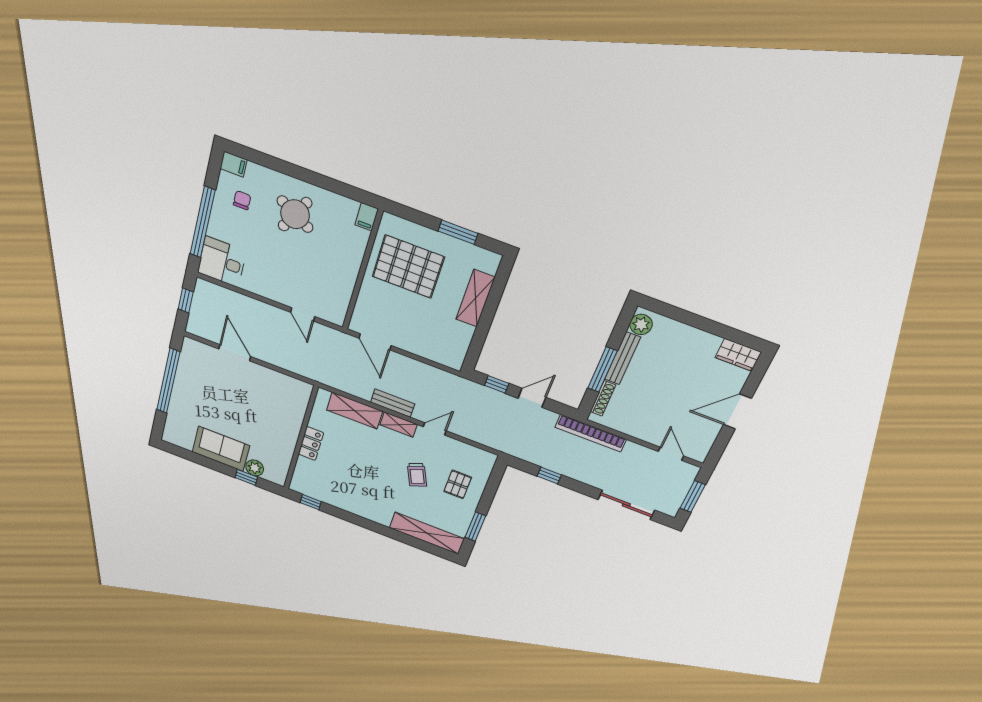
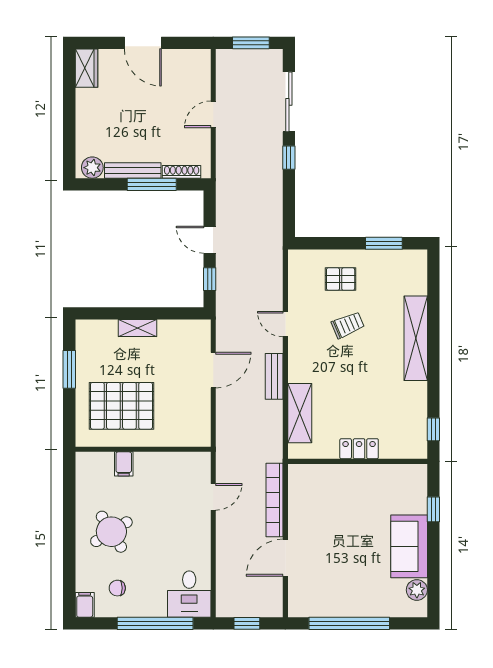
round table: (295, 214) -> (111, 532), turned 30
filing cabinet: (367, 217) -> (124, 464), moved, turned 90
pallet: (408, 267) -> (121, 406), turned 90
shelving: (475, 298) -> (137, 328), width x0.67, depth x0.75
door: (375, 342) -> (213, 370), moved
shelving: (399, 425) -> (296, 363), removed
bookcase: (591, 433) -> (275, 500), moved, turned 180
door: (671, 454) -> (213, 114), moved
plant: (255, 468) -> (417, 590), moved
window: (549, 476) -> (289, 158), moved
shelving: (427, 533) -> (416, 338), moved

